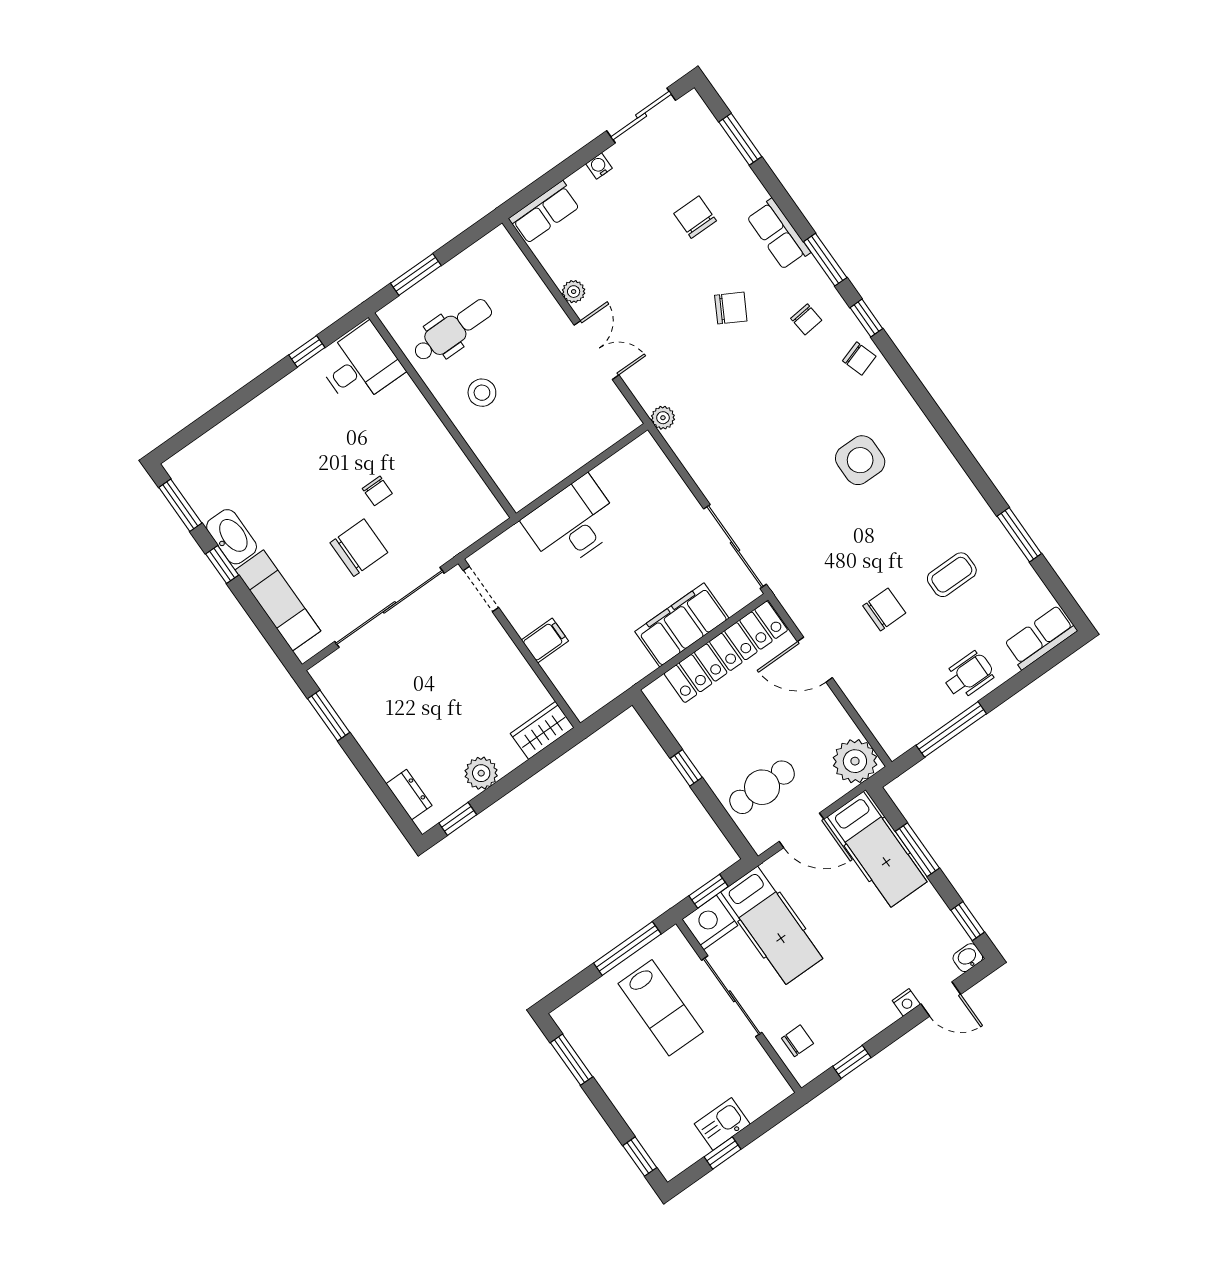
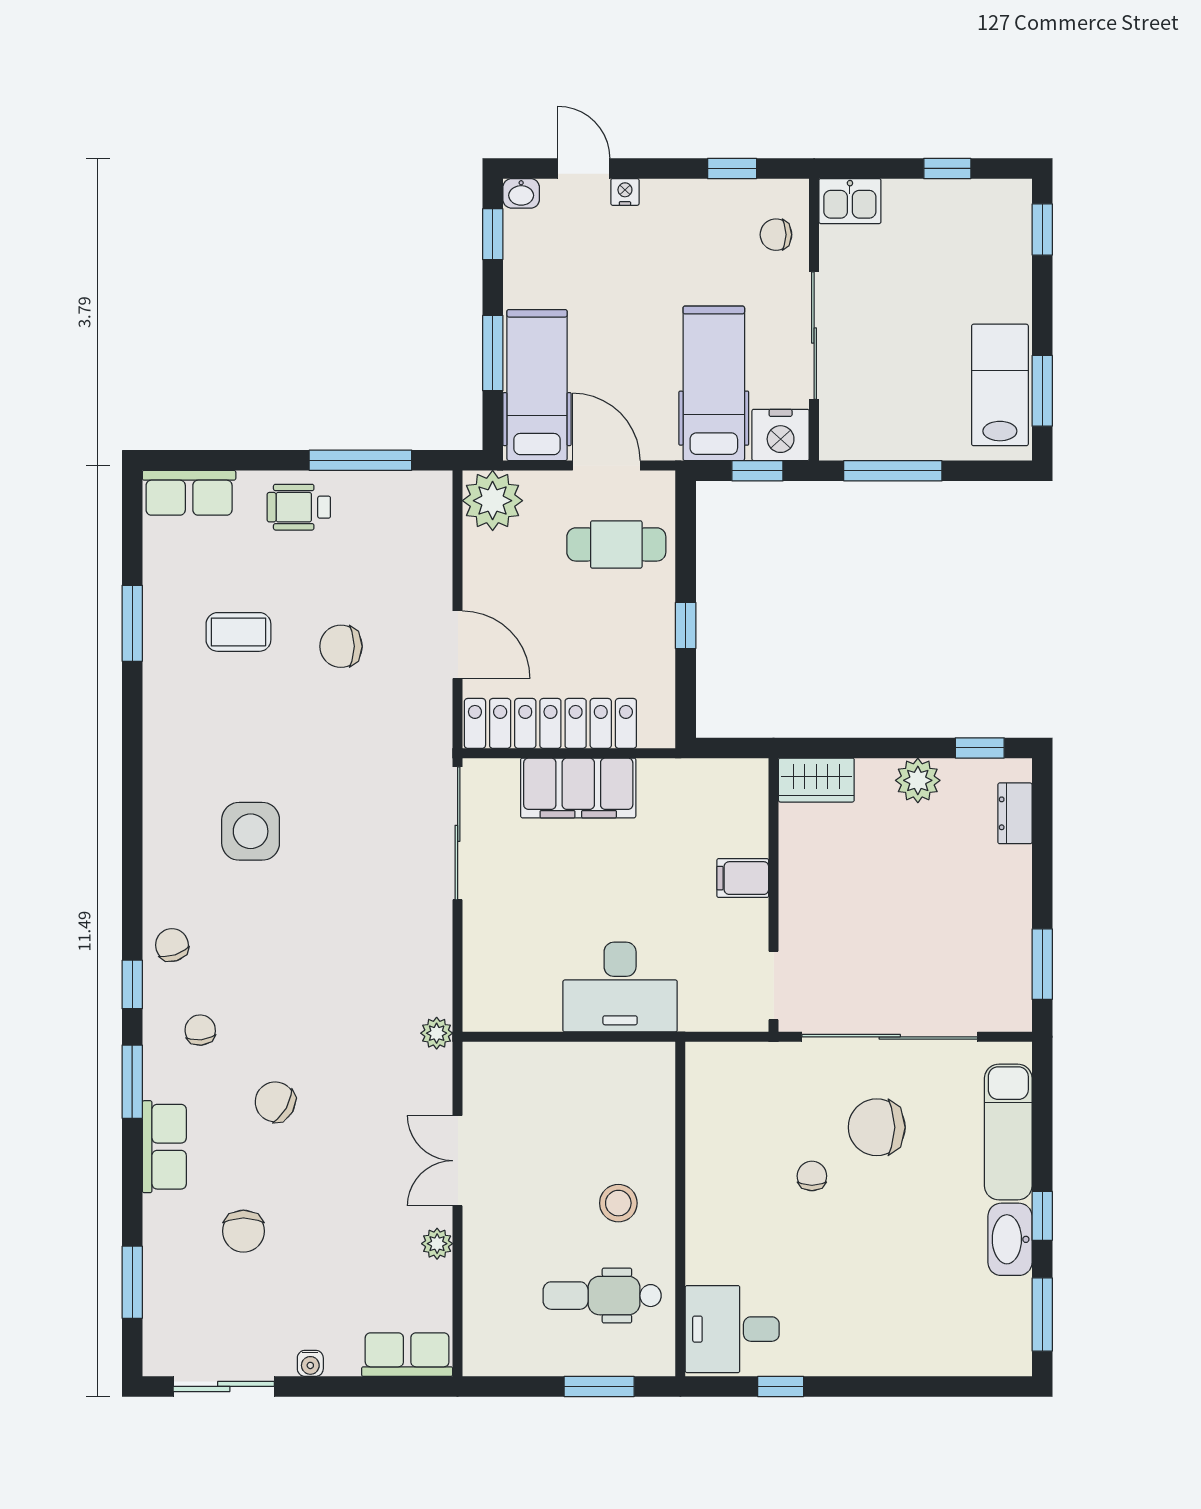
lab bench: (661, 1008) -> (1000, 385), moved
kitchen sink: (722, 1124) -> (850, 201), moved

